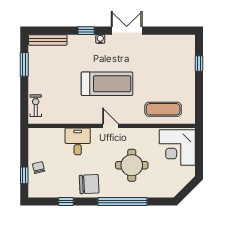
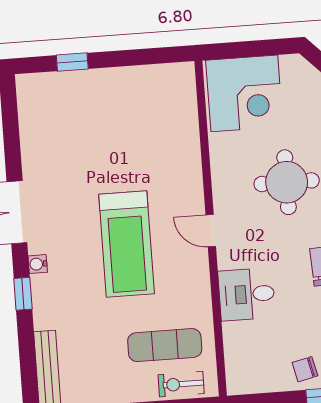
treadmill: (107, 84) -> (127, 244), turned 180
exercise mat: (163, 109) -> (165, 345), moved, turned 90
door: (111, 126) -> (211, 231), hinge flipped

